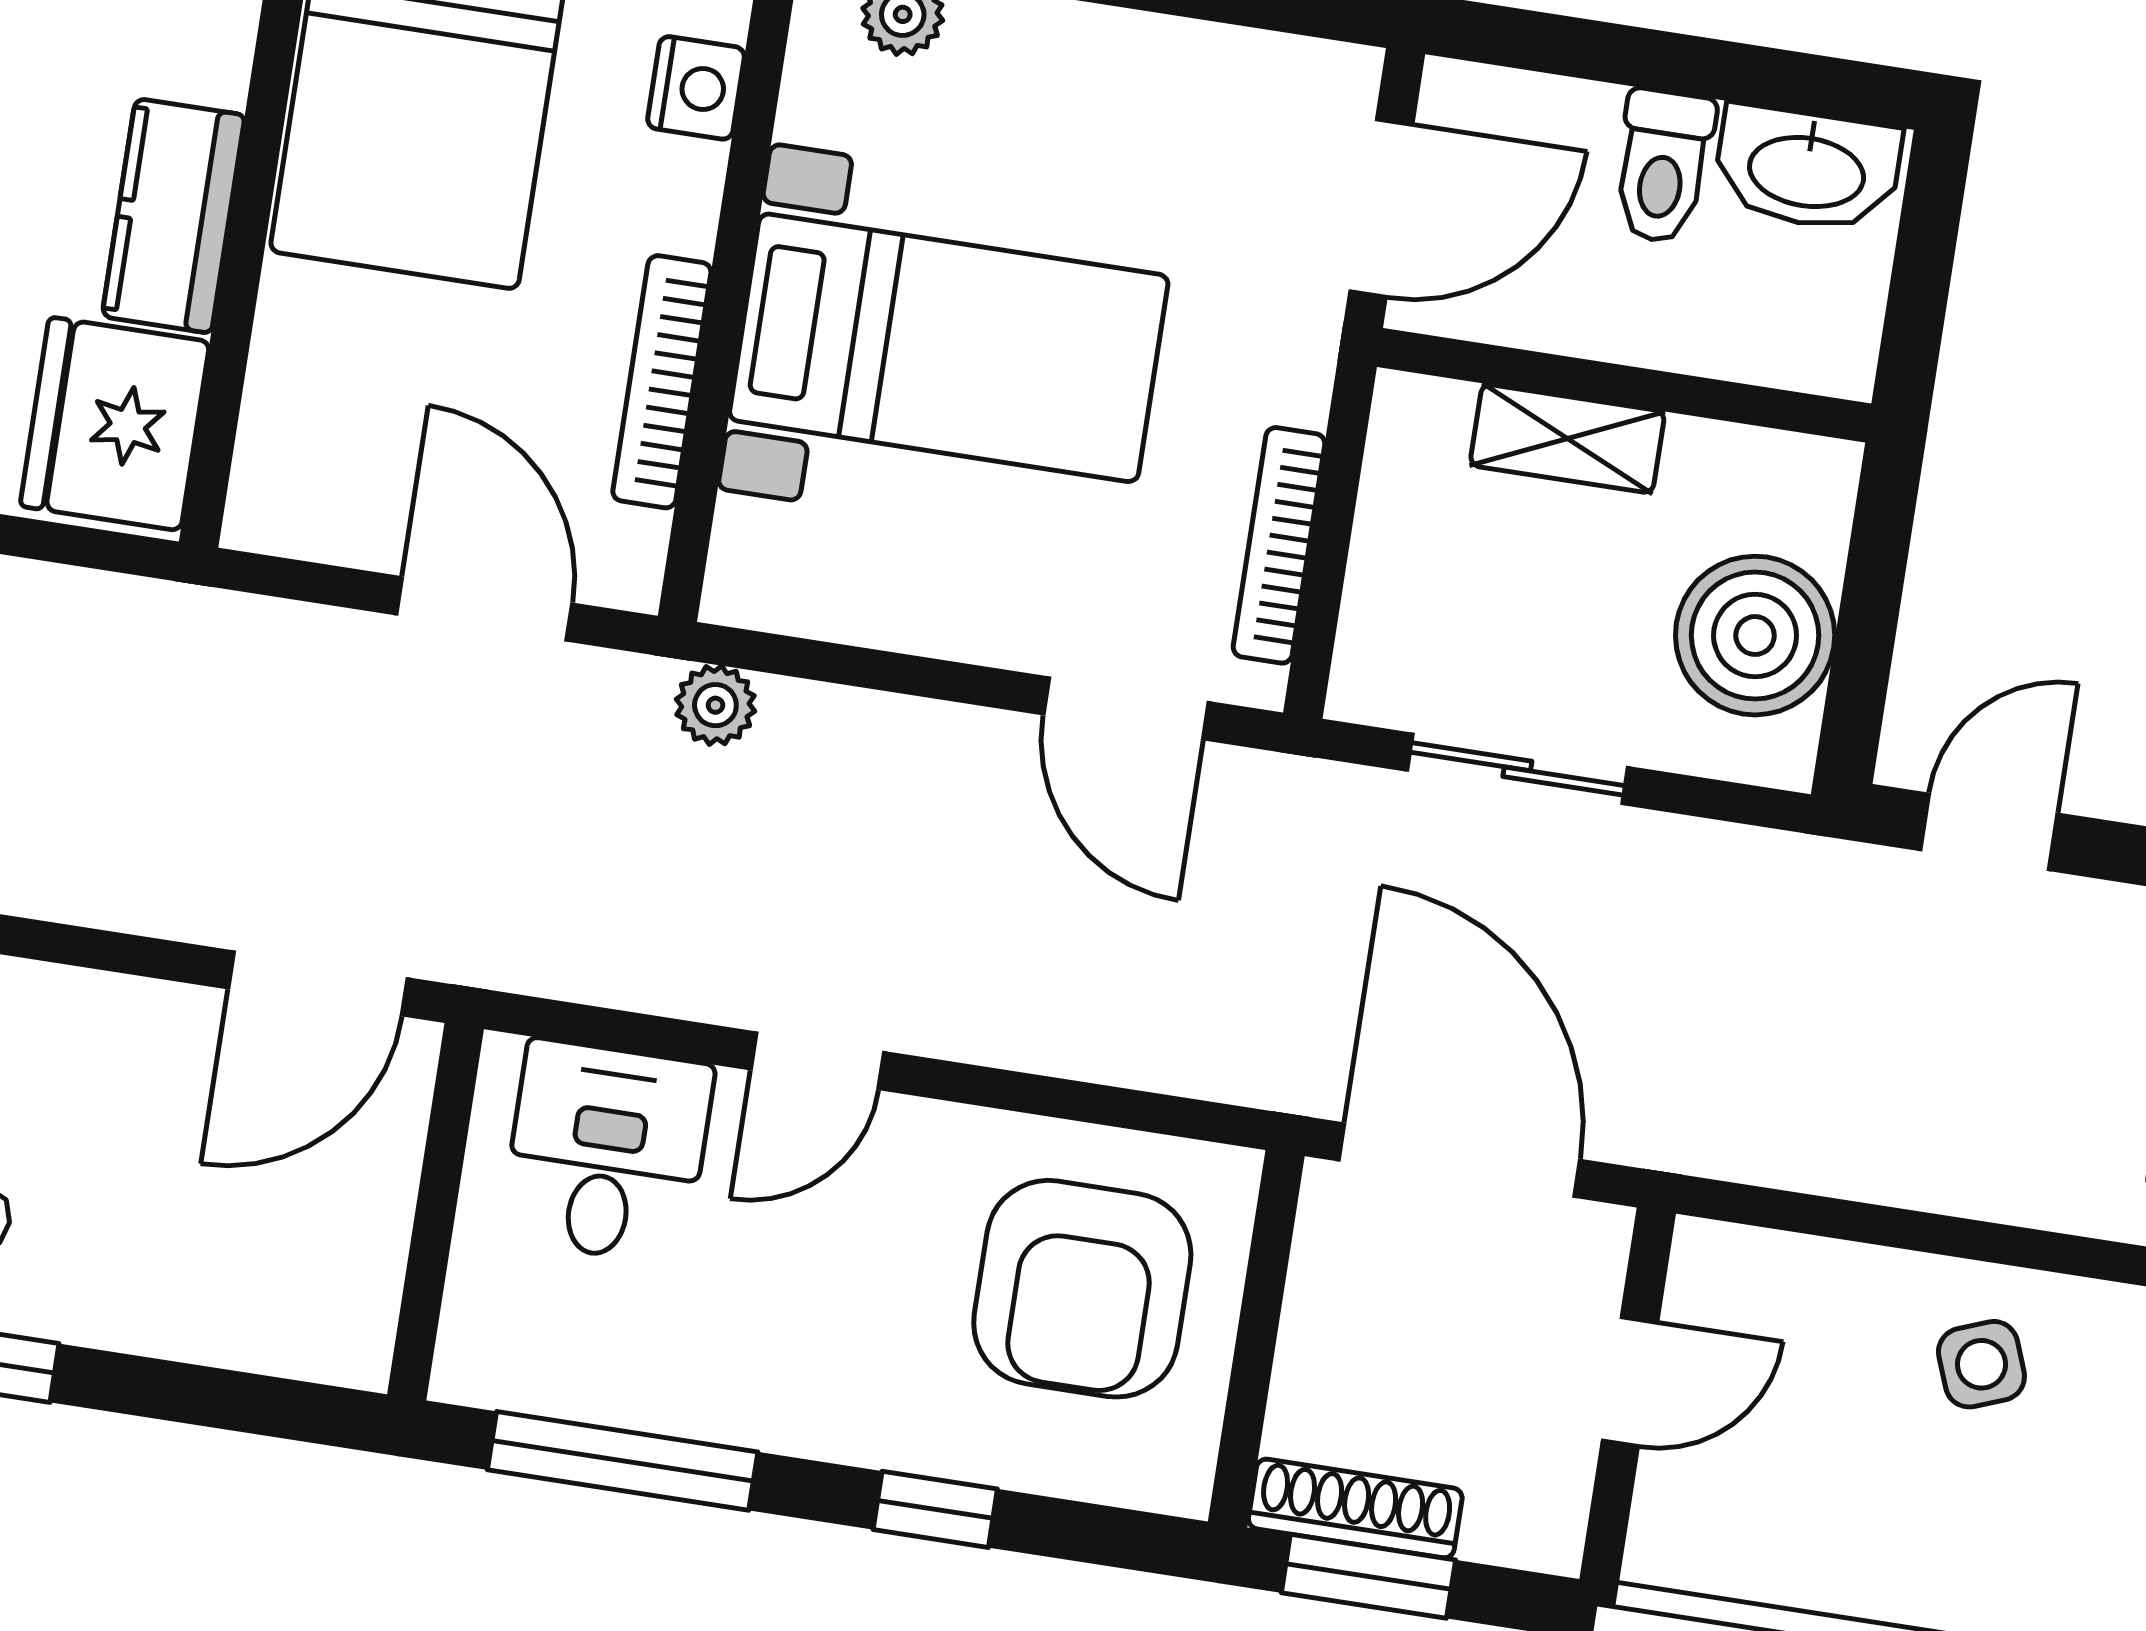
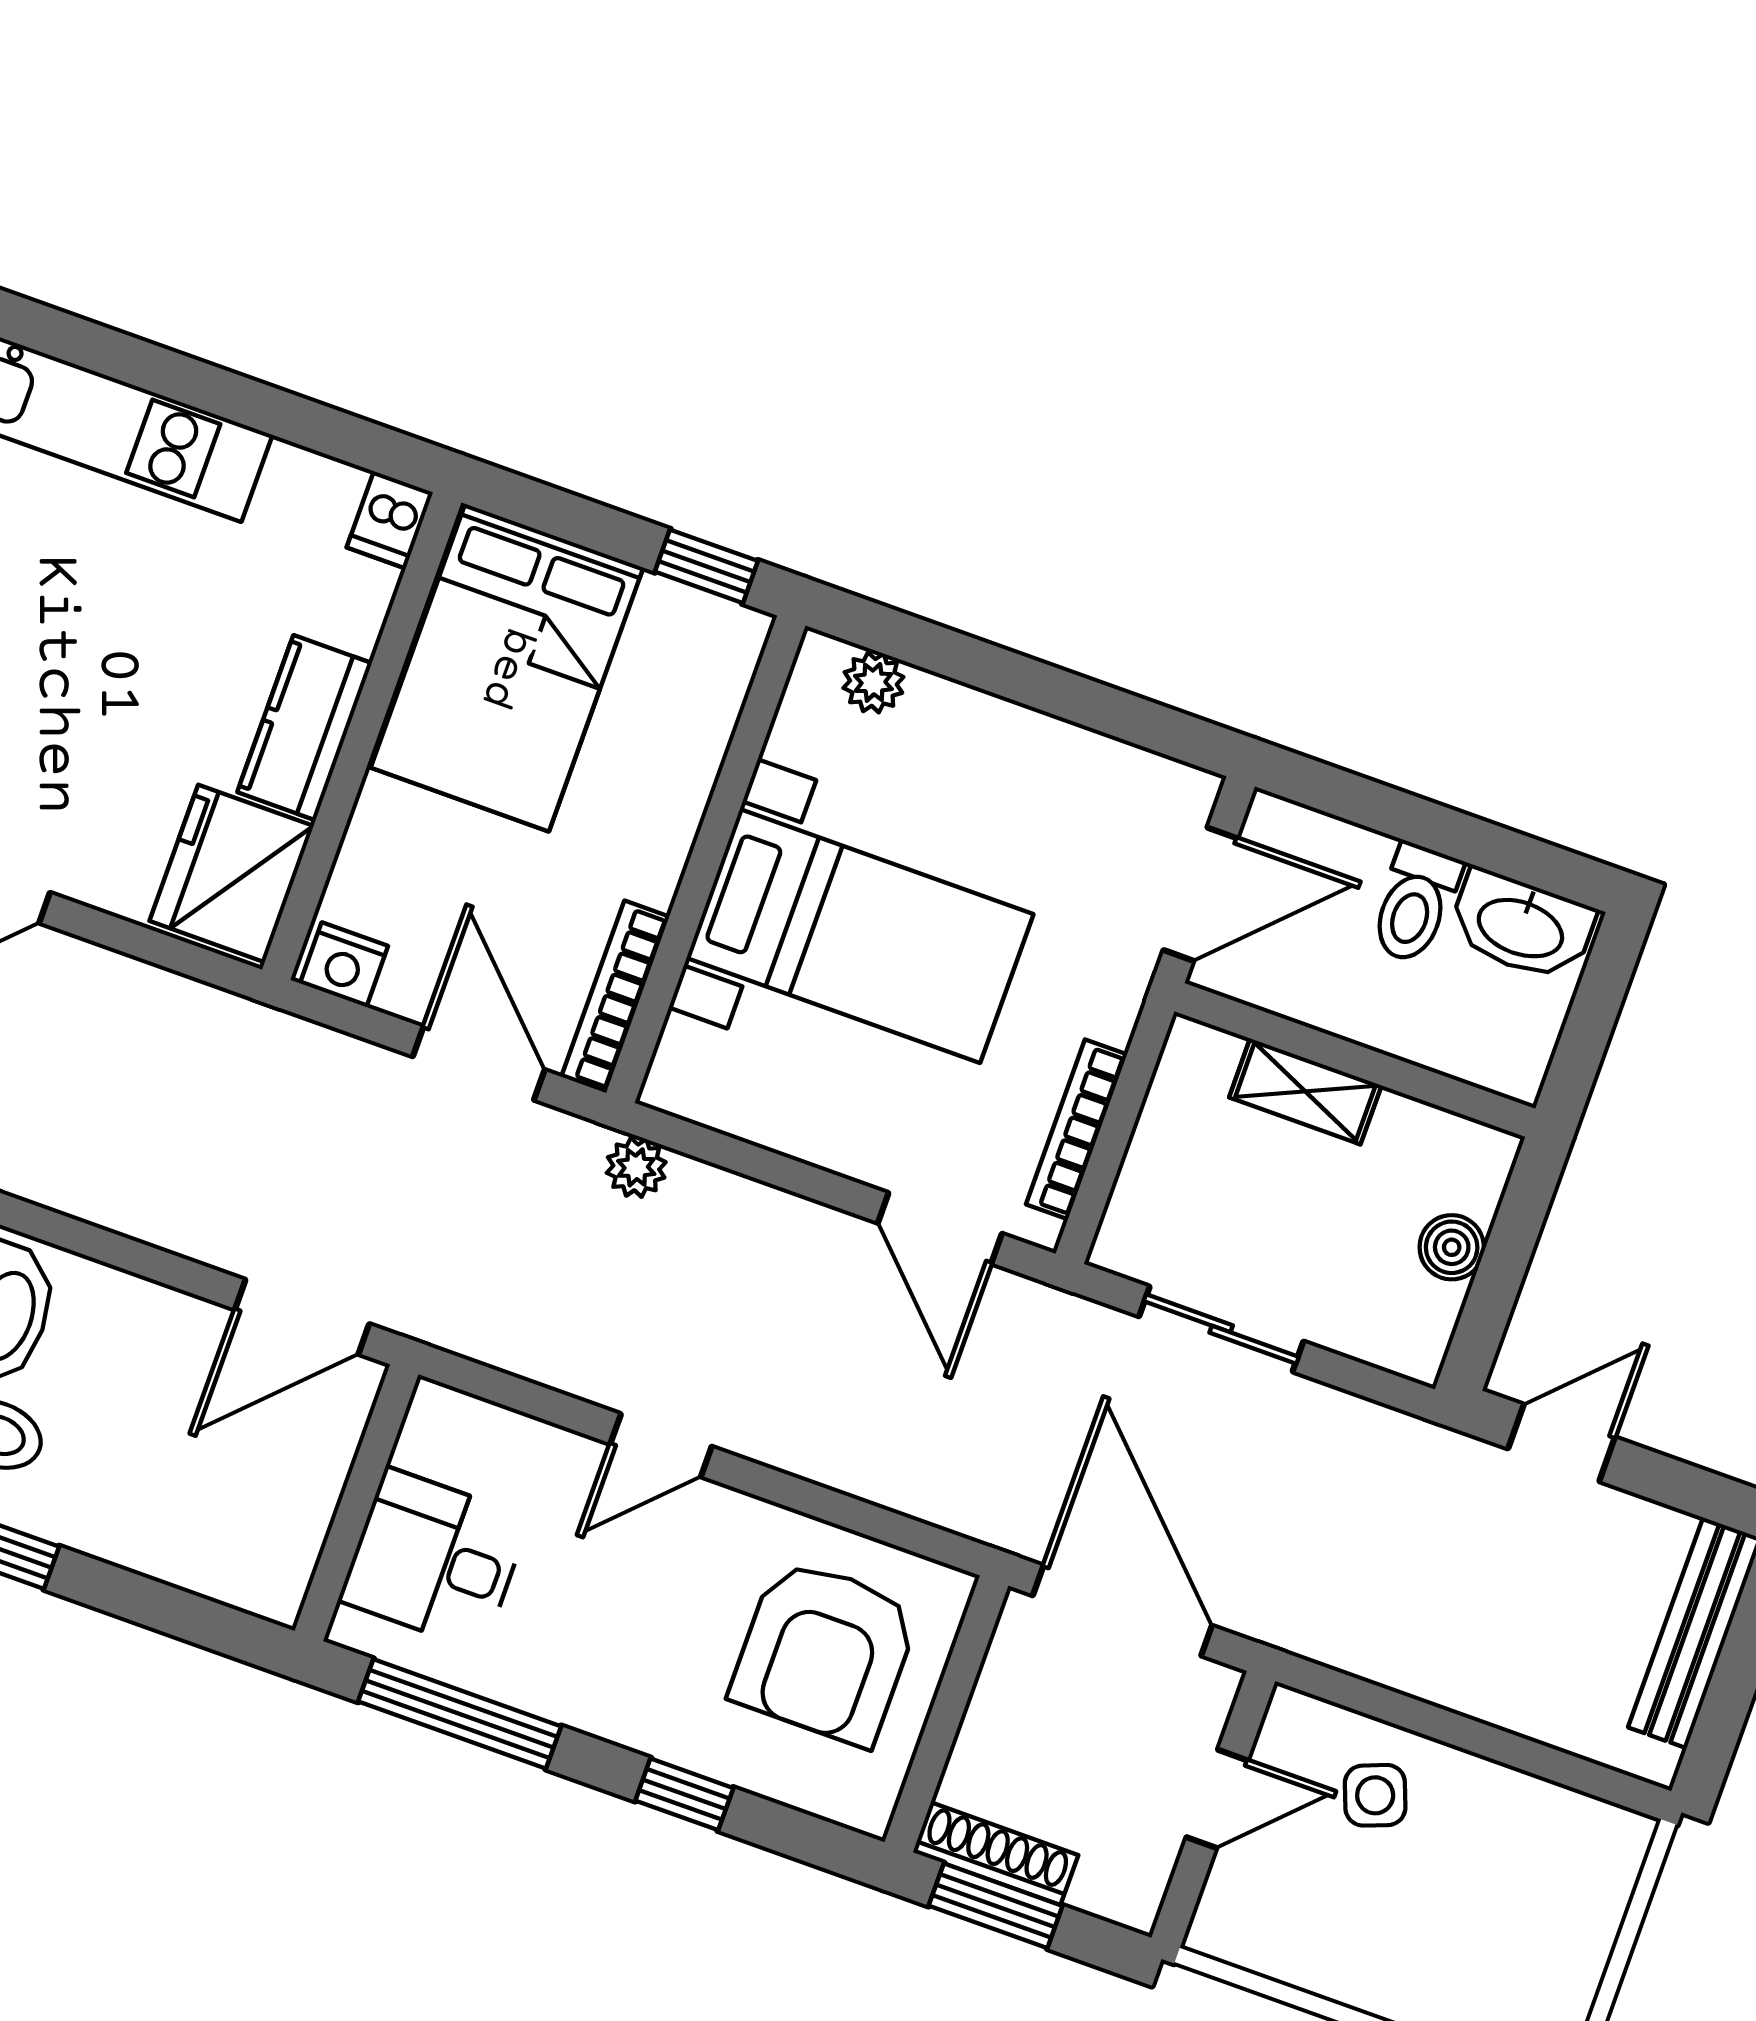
nightstand: (696, 88) -> (344, 965), moved, turned 90
bookcase: (662, 382) -> (615, 997), moved
boiler: (1755, 636) -> (1452, 1247), width x0.54, depth x0.54
desk: (607, 1152) -> (434, 1559), moved, turned -90
side table: (1981, 1364) -> (1375, 1795), moved

